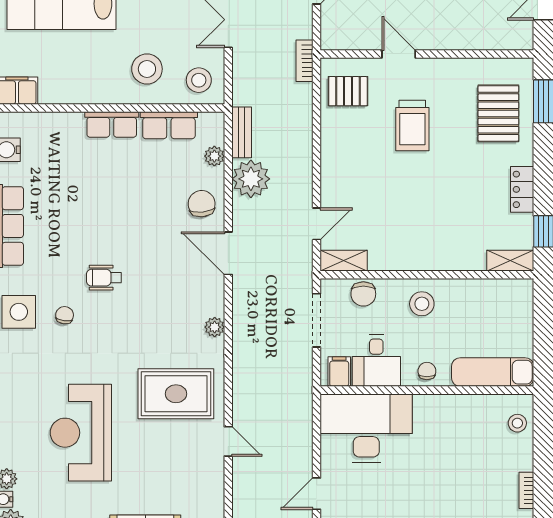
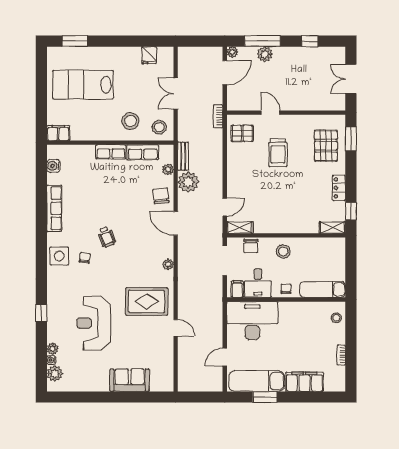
wheelchair: (104, 278) -> (107, 237), turned -110

